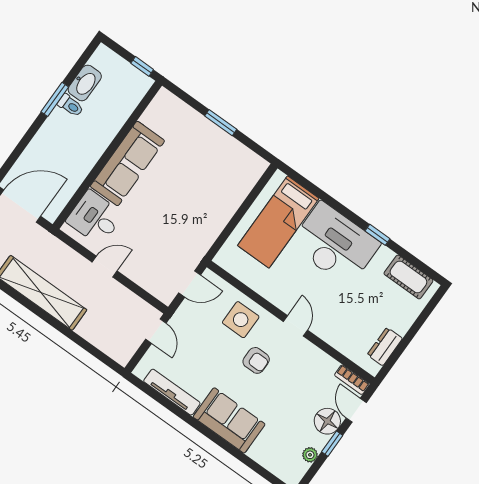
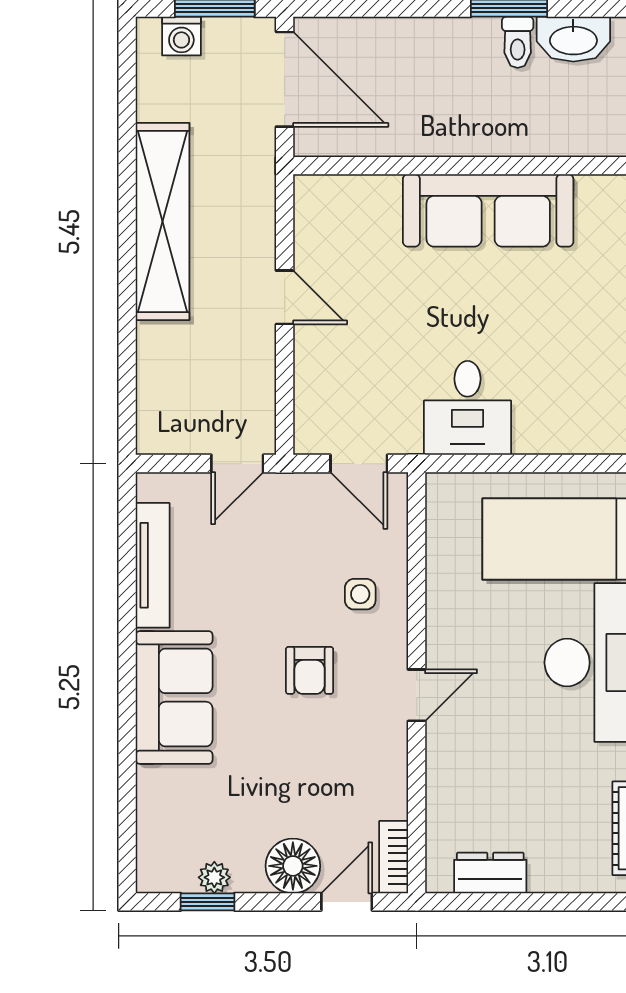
desk: (95, 218) -> (468, 408), moved, turned 180
side table: (241, 320) -> (360, 594), width x0.54, depth x0.54
window: (332, 444) -> (208, 902), moved

